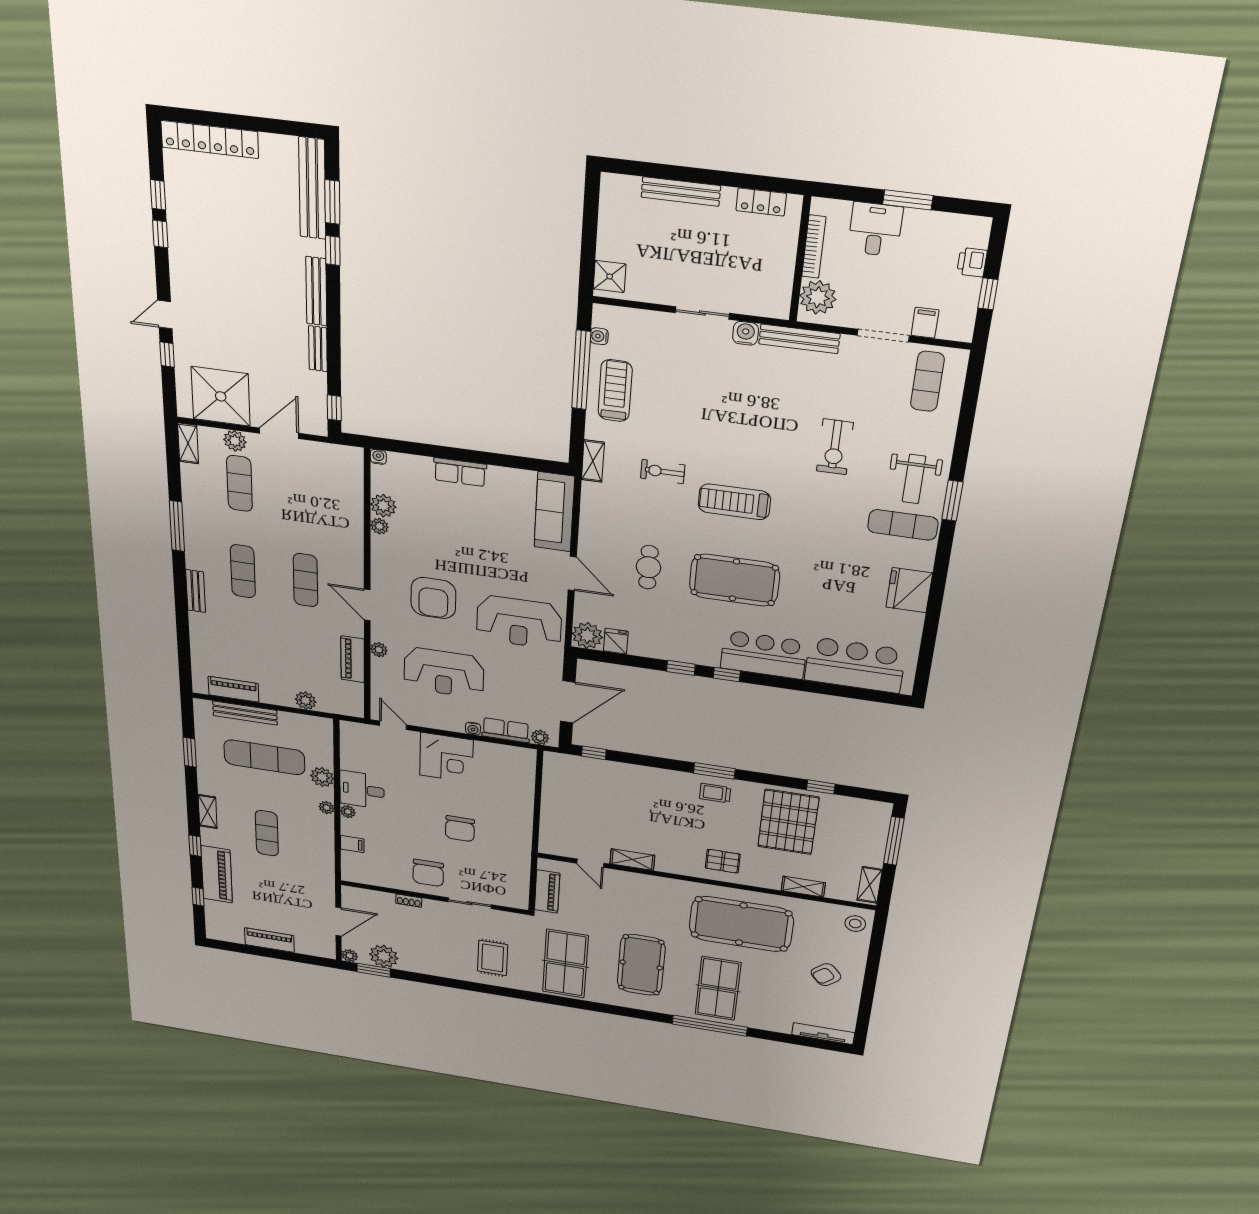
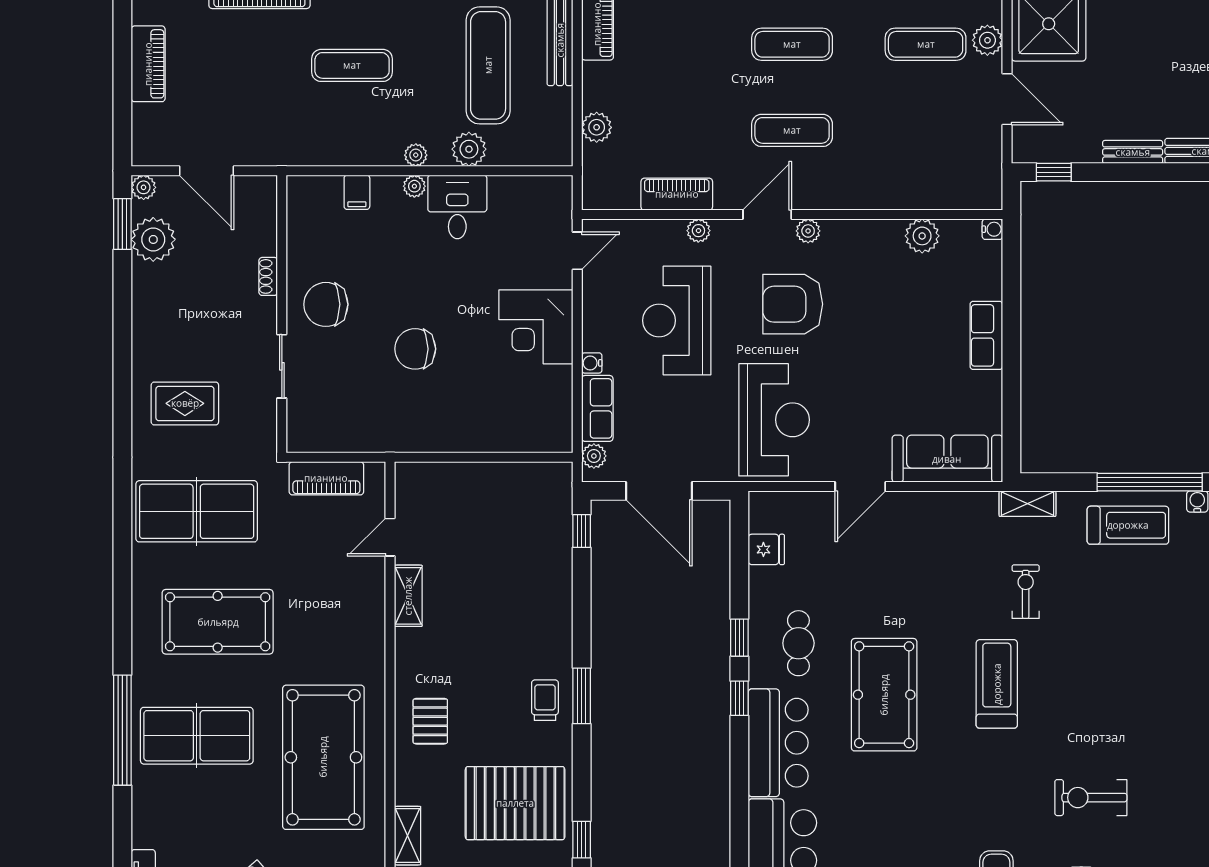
plant: (379, 526) -> (808, 231), moved
cafe table: (648, 567) -> (798, 643), moved, turned 90
reception desk: (519, 622) -> (774, 420), turned 180
plant: (587, 636) -> (769, 511), removed

